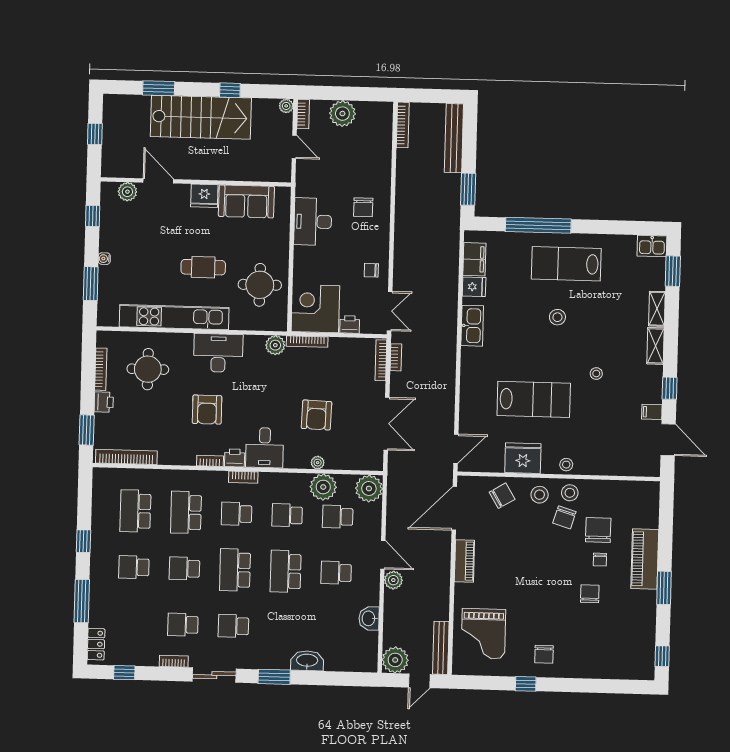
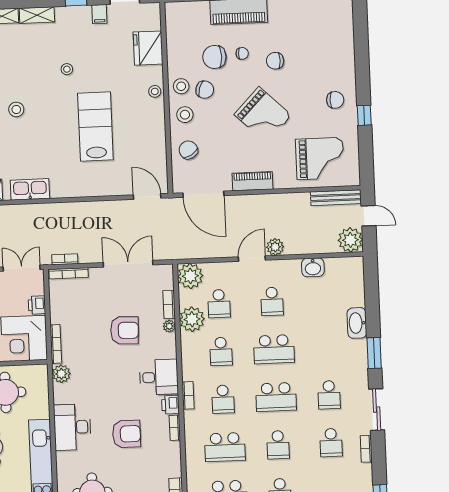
fridge: (523, 458) -> (148, 48), moved
bookcase: (340, 464) -> (169, 304), added
grand piano: (534, 577) -> (263, 115), added

